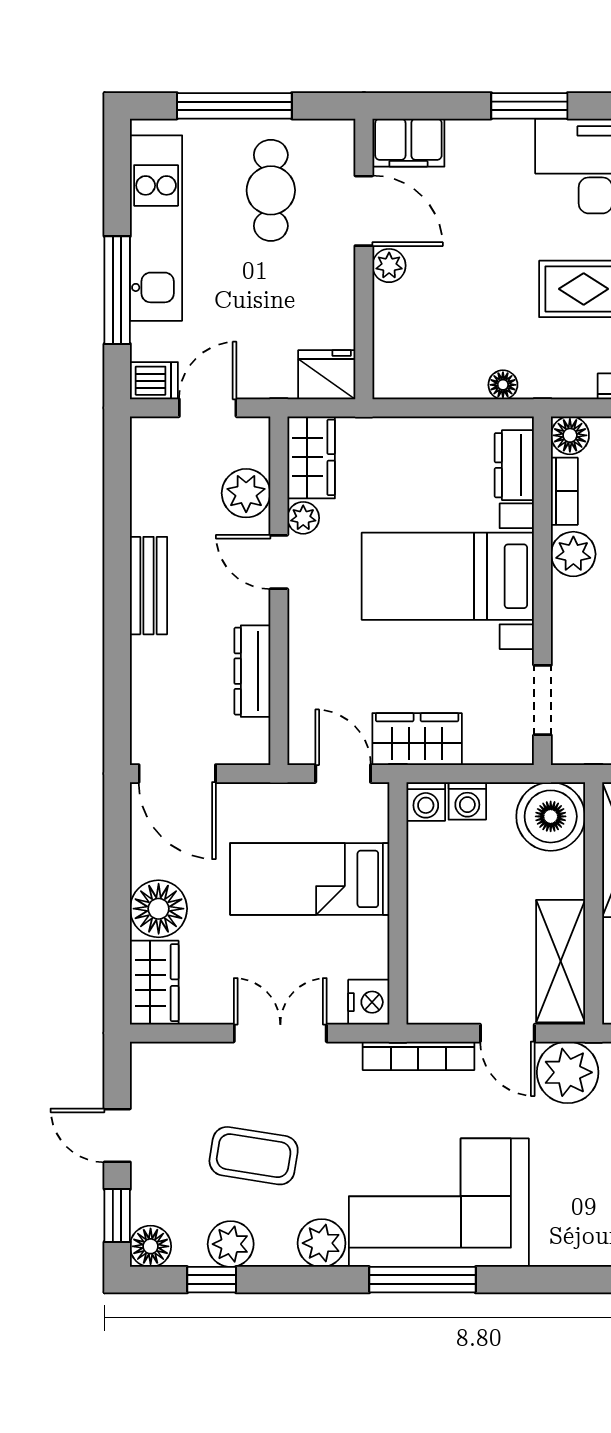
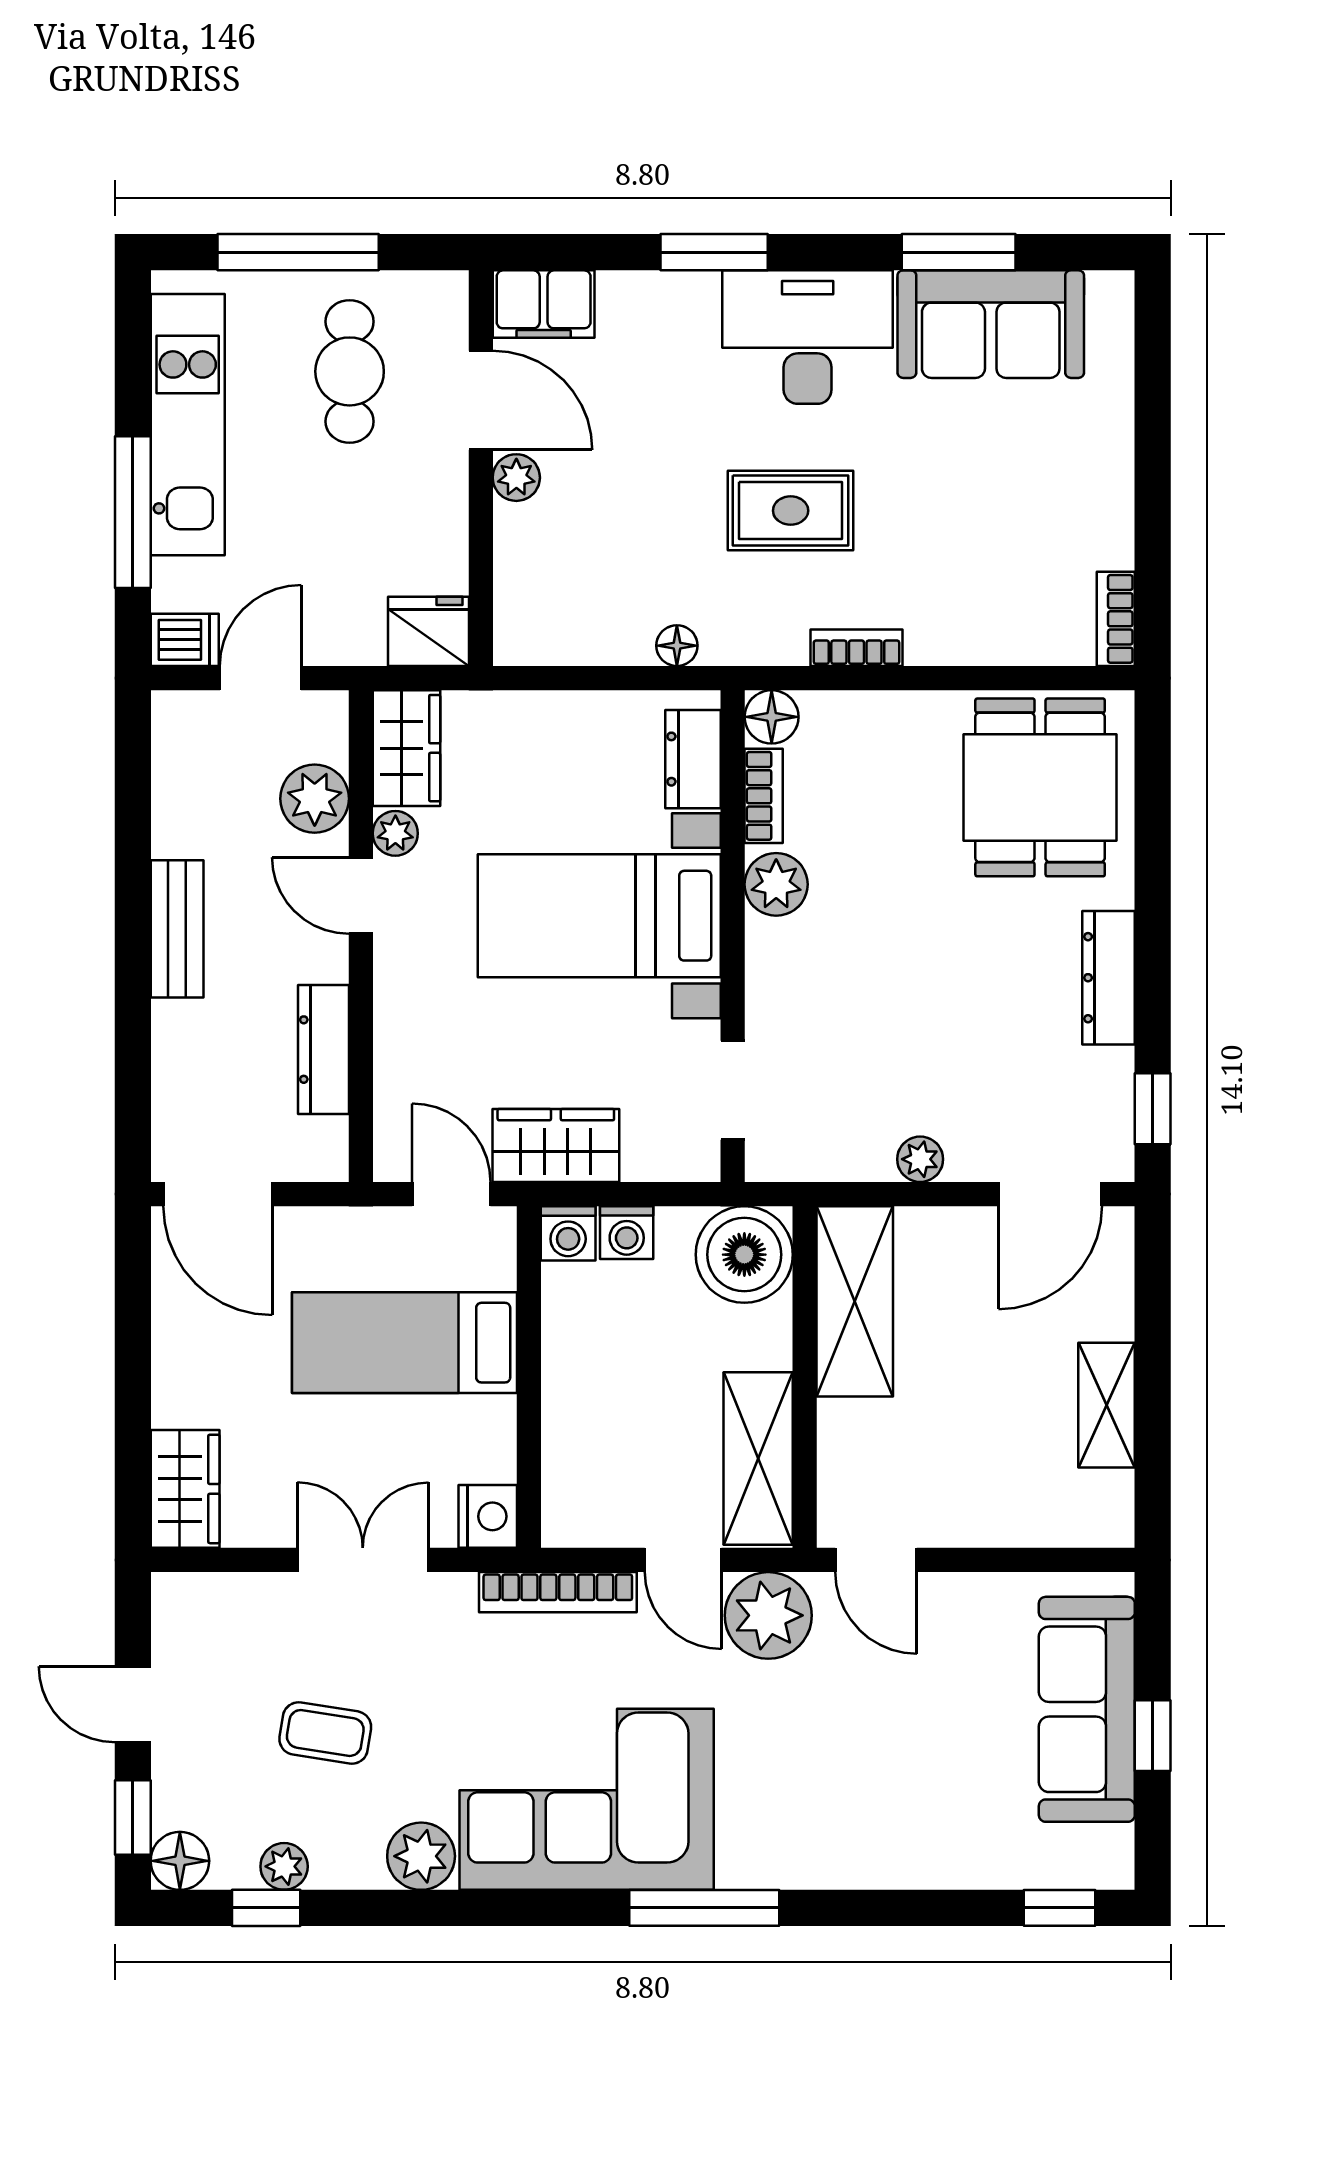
floor lamp: (159, 909) -> (191, 1385), removed
coffee table: (254, 1156) -> (325, 1733), width x0.73, depth x0.77
plant: (231, 1244) -> (284, 1866), width x0.73, depth x0.73
window: (422, 1280) -> (704, 1908), moved

